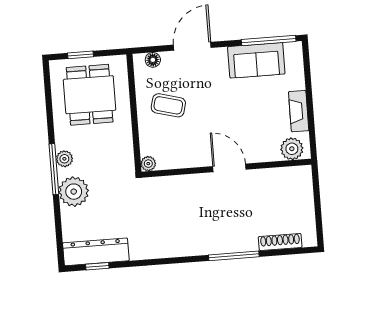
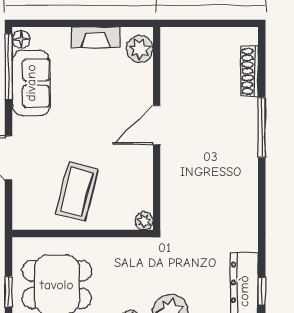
floor lamp: (153, 60) -> (21, 39), moved
coffee table: (168, 105) -> (77, 192), width x1.36, depth x1.30

